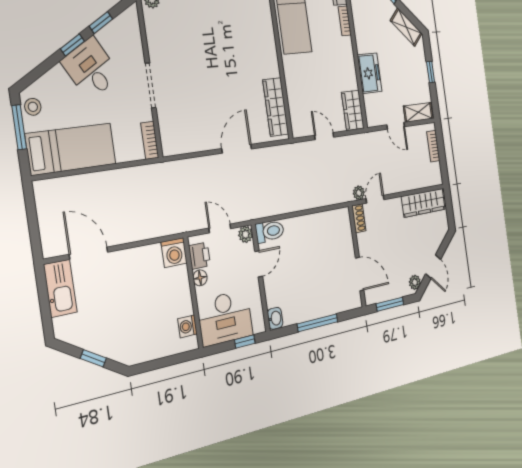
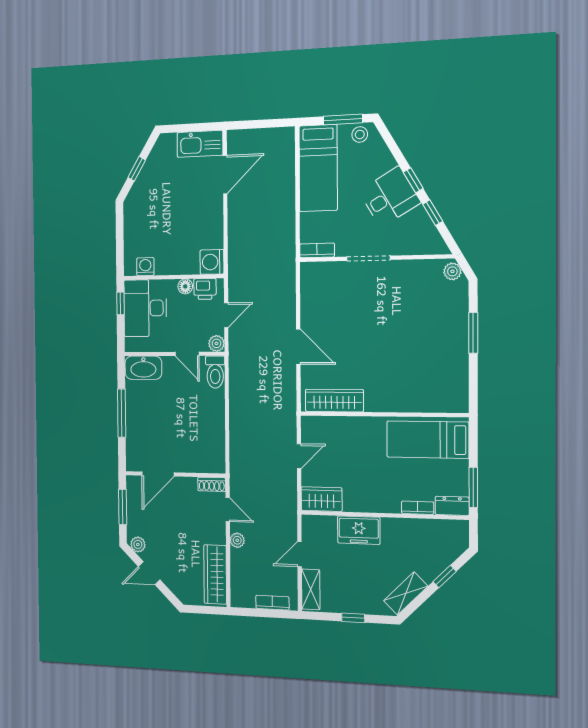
plant: (359, 193) -> (237, 540), moved
washbasin: (275, 318) -> (143, 368), width x1.91, depth x1.45
window: (245, 341) -> (120, 303), moved

